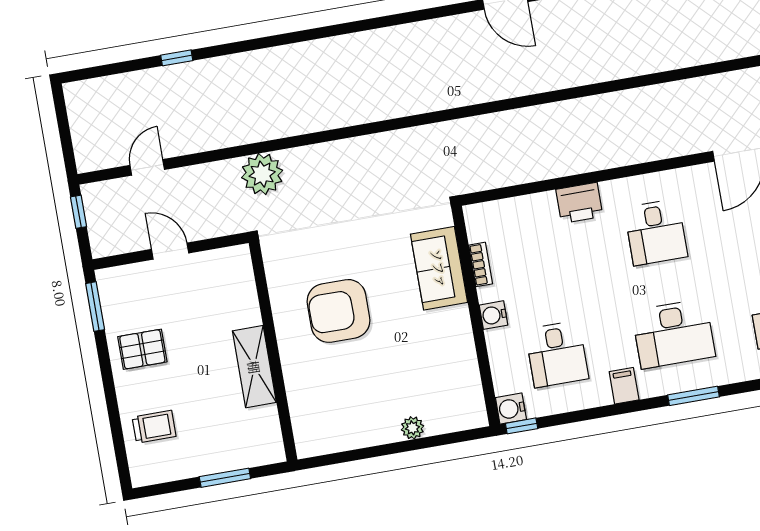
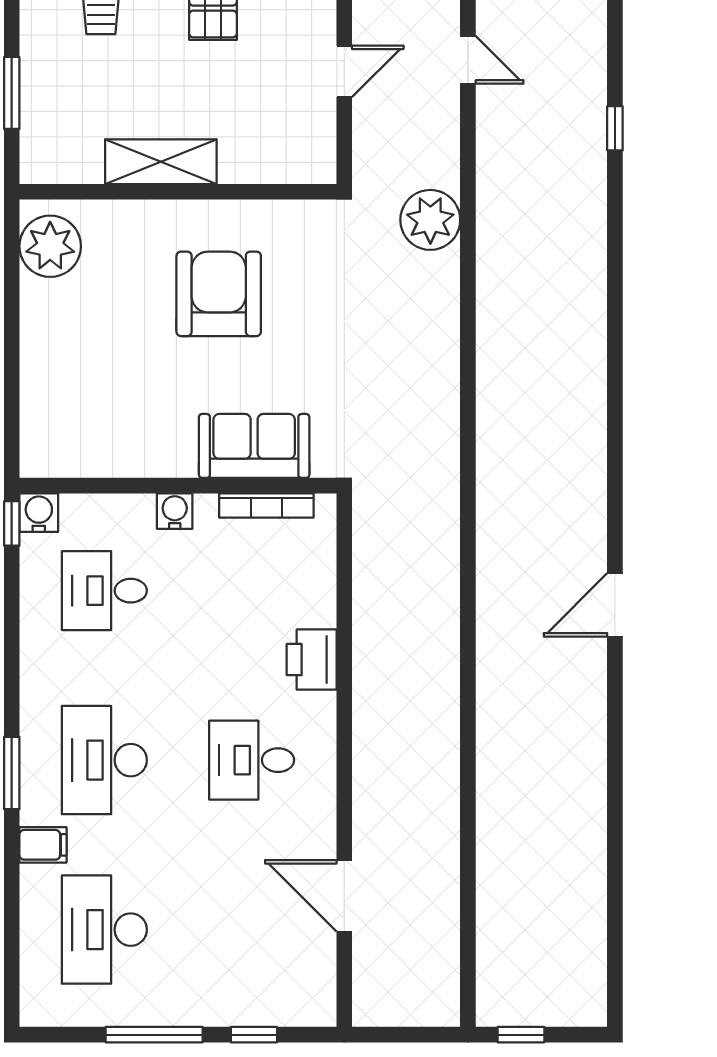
bookcase: (481, 264) -> (266, 505), width x1.56
filing cabinet: (624, 386) -> (43, 845), moved
plant: (412, 428) -> (50, 246), moved, width x1.88, depth x1.88

